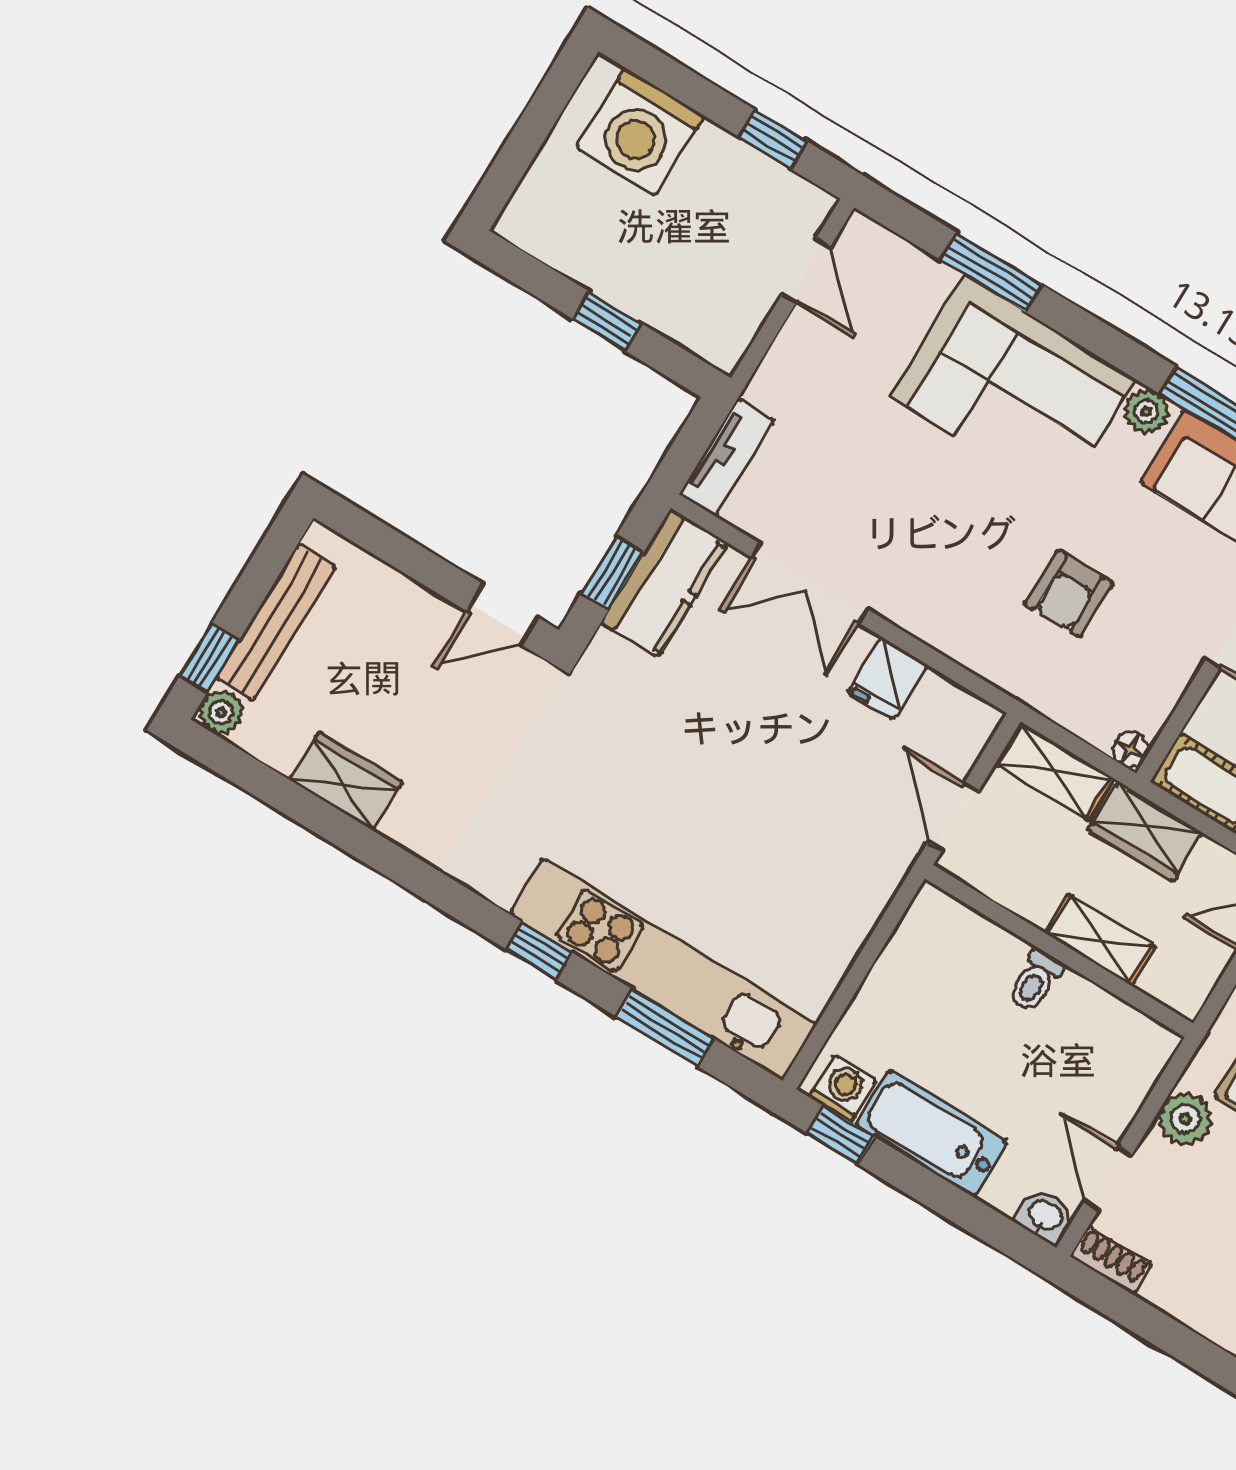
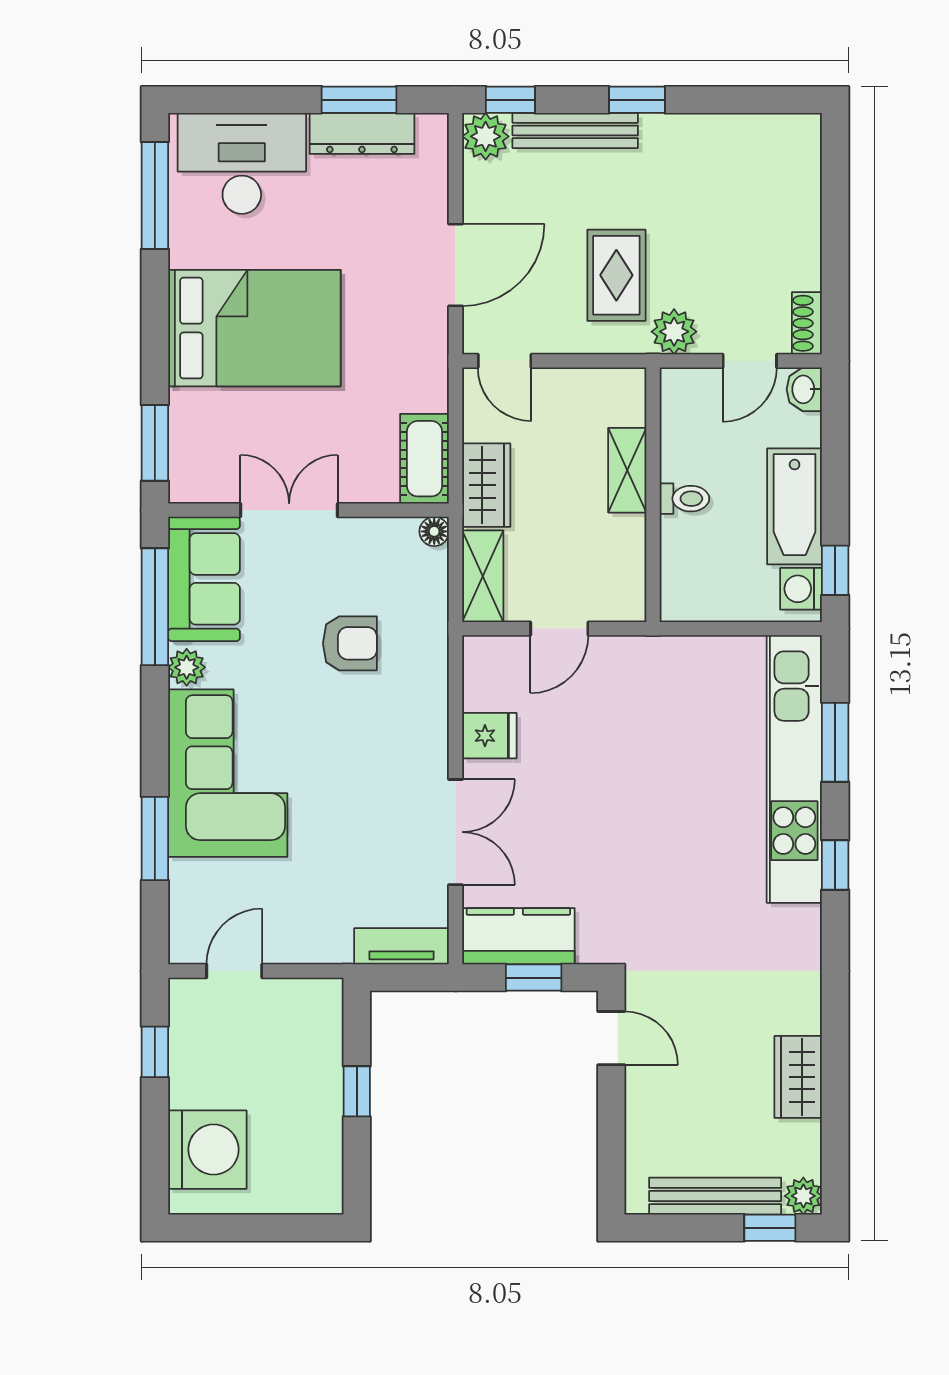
shelving: (1100, 940) -> (627, 470), moved
wall: (1059, 951) -> (653, 495), moved
toilet: (1035, 981) -> (684, 499), moved

